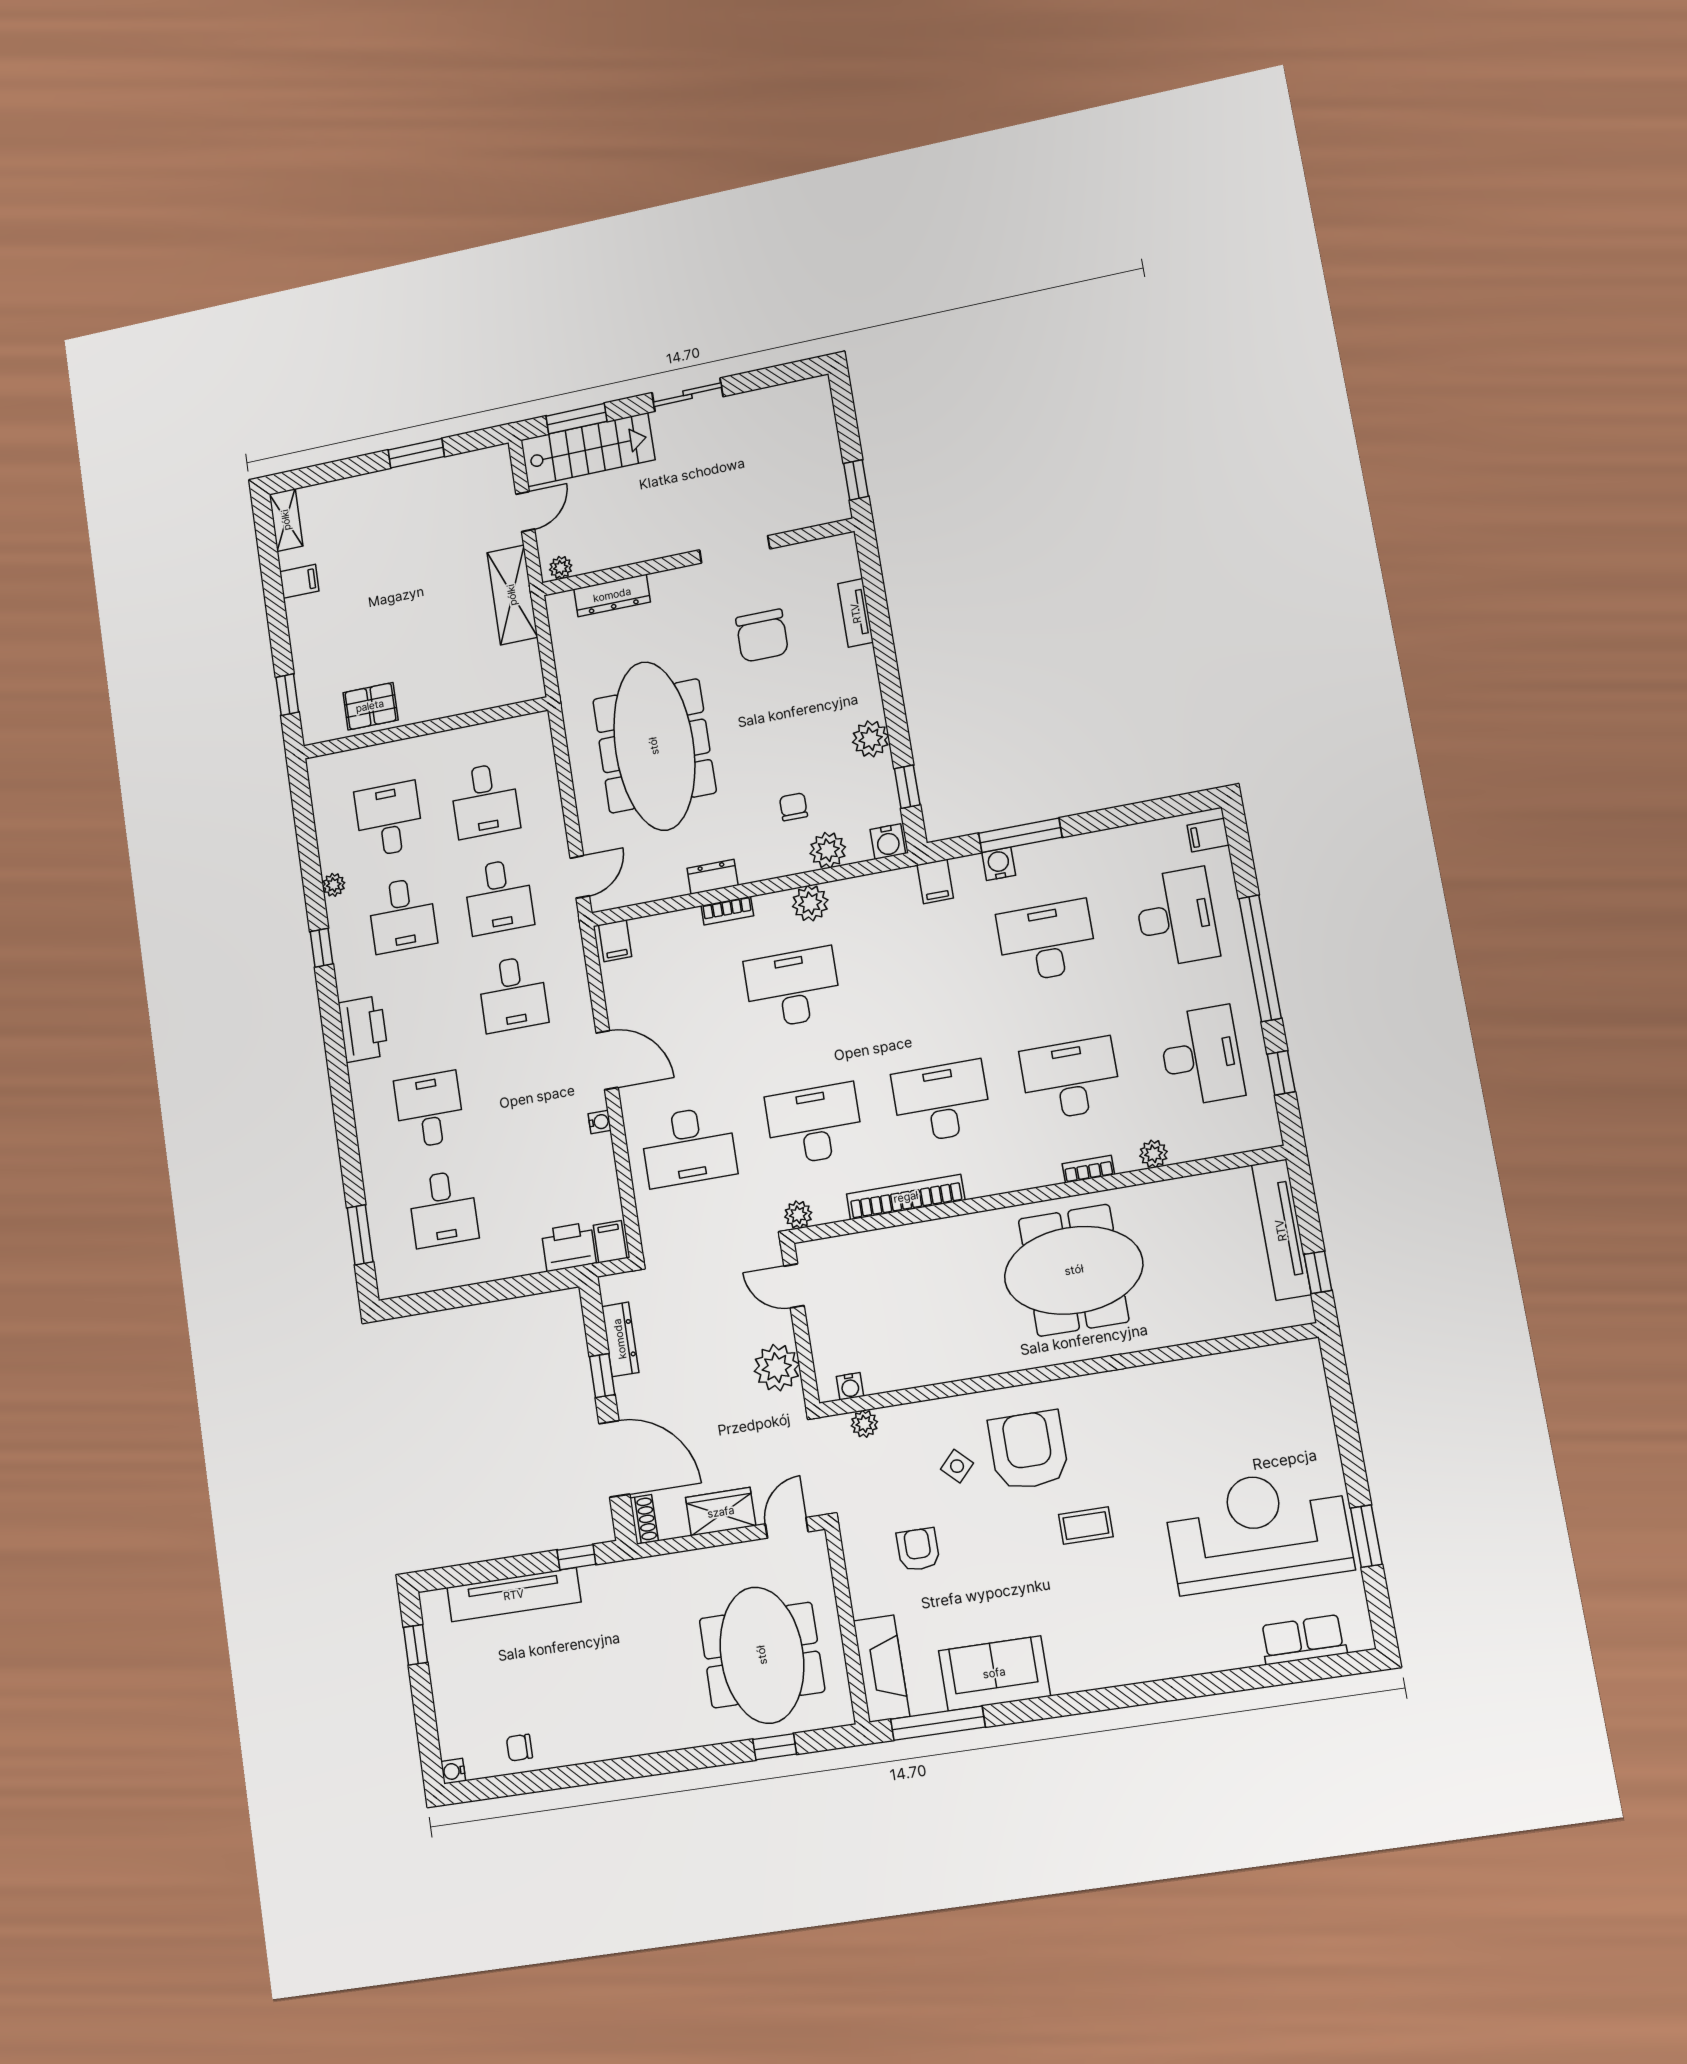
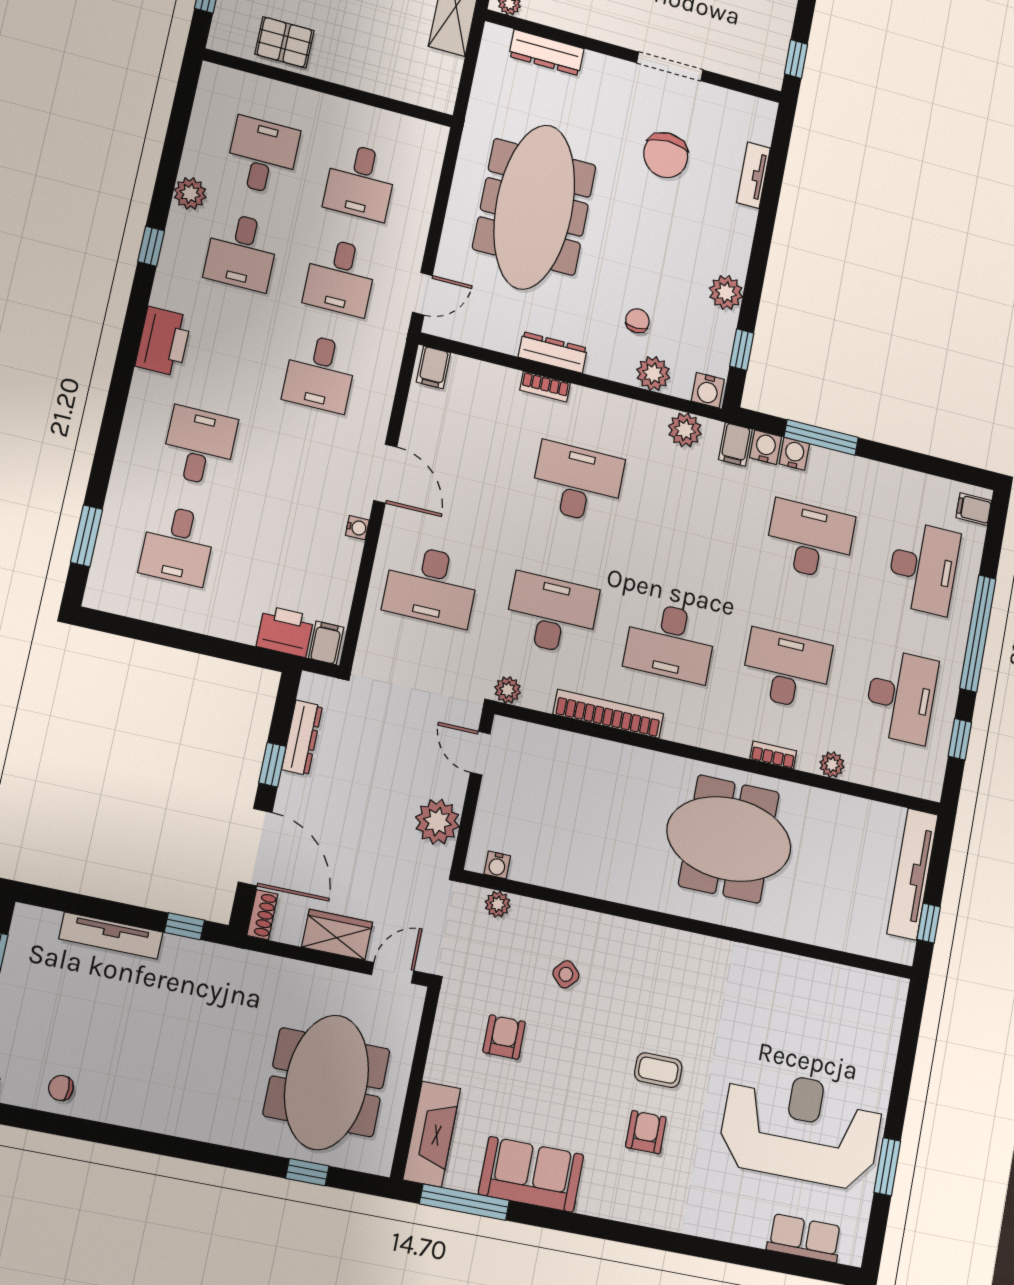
water cooler: (967, 870) -> (766, 447), added
dresser: (712, 877) -> (553, 352), width x1.44
plant: (334, 885) -> (190, 193), width x1.38, depth x1.38
plant: (810, 903) -> (685, 430), moved
desk: (941, 1102) -> (670, 642), turned 180
armchair: (1028, 1450) -> (646, 1132), moved, width x0.53, depth x0.53
tv unit: (514, 1595) -> (111, 936), width x0.73, depth x0.78

